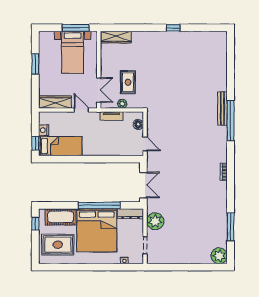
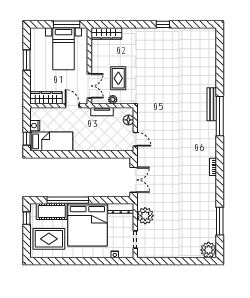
window: (99, 205) -> (68, 200), moved

